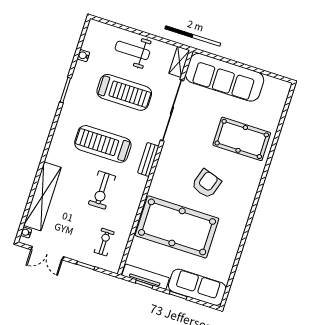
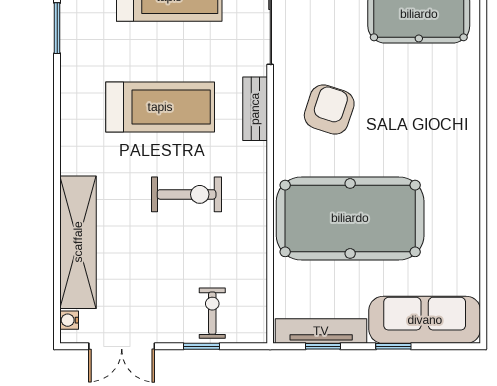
treadmill: (103, 144) -> (160, 107), turned 180
armchair: (206, 184) -> (329, 110), moved
exercise bike: (102, 190) -> (187, 194), turned -90
exercise bike: (104, 242) -> (212, 313), moved

